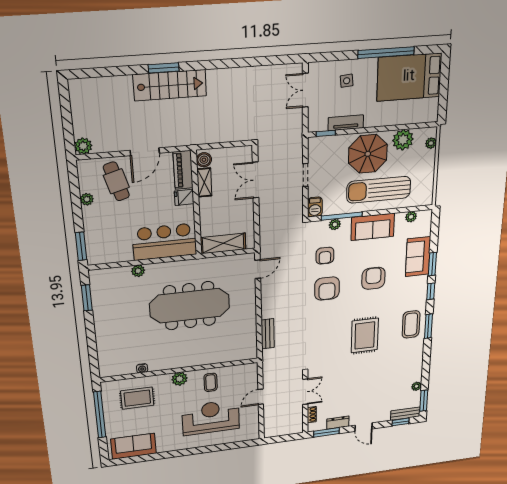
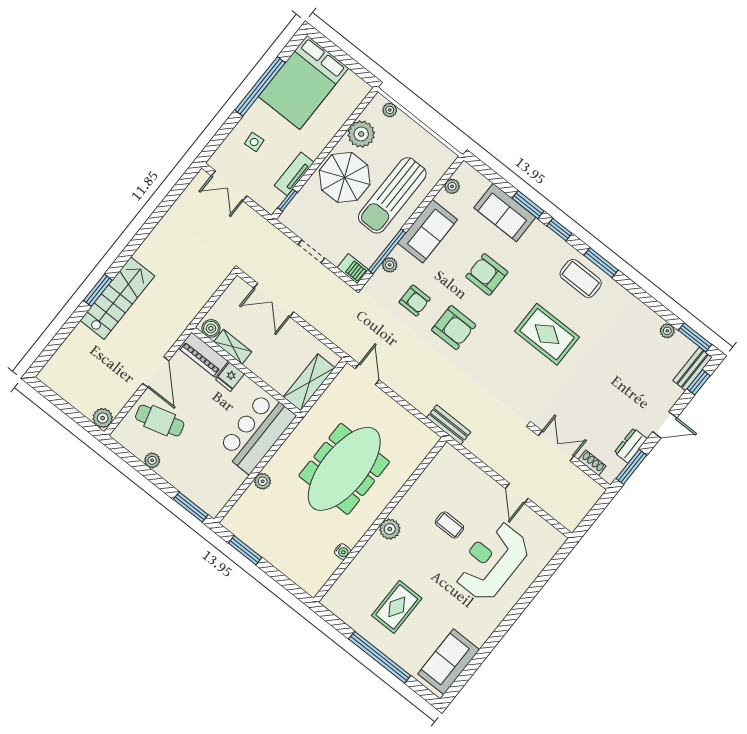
water cooler: (142, 368) -> (342, 552), moved
wall: (180, 370) -> (380, 520), moved
plant: (180, 379) -> (390, 529), moved

